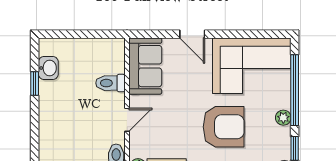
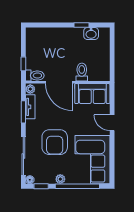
door: (192, 34) -> (112, 123), hinge flipped
door: (127, 120) -> (59, 82), width x1.88

